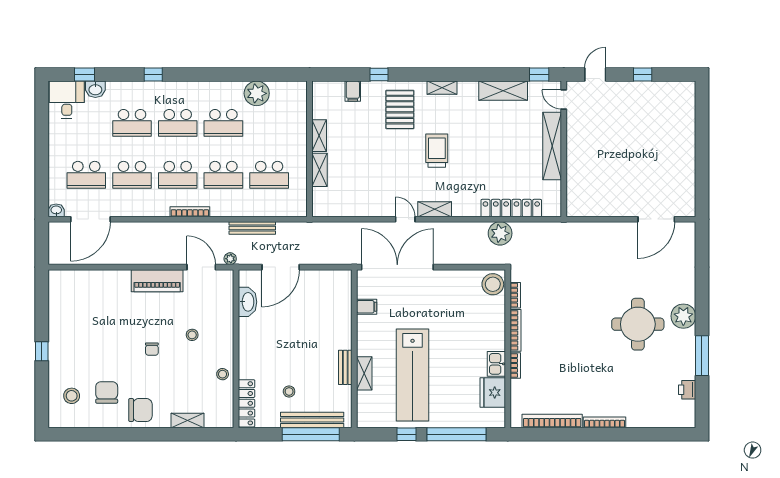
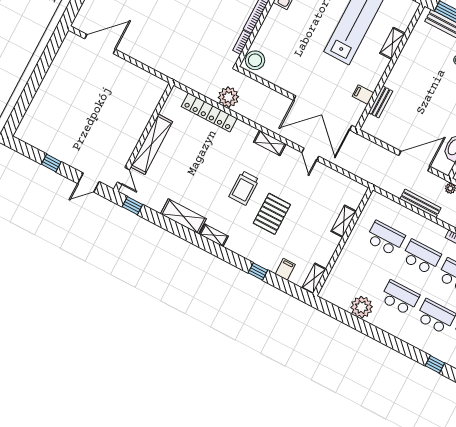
shelving: (503, 91) -> (183, 216), moved
pallet: (400, 110) -> (272, 214), moved
shelving: (319, 136) -> (314, 278), moved
door: (405, 219) -> (310, 154), moved
bench: (345, 367) -> (381, 102), moved

